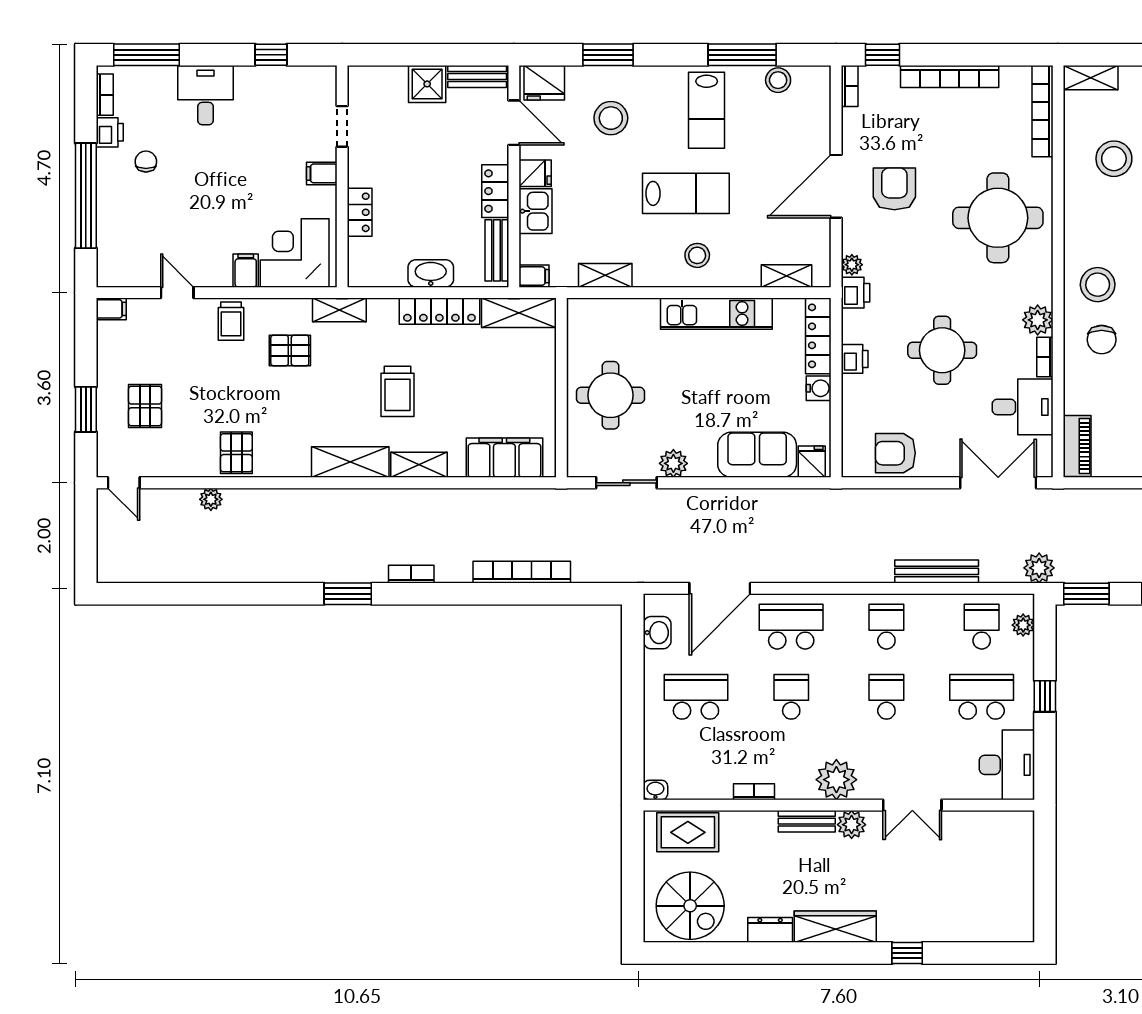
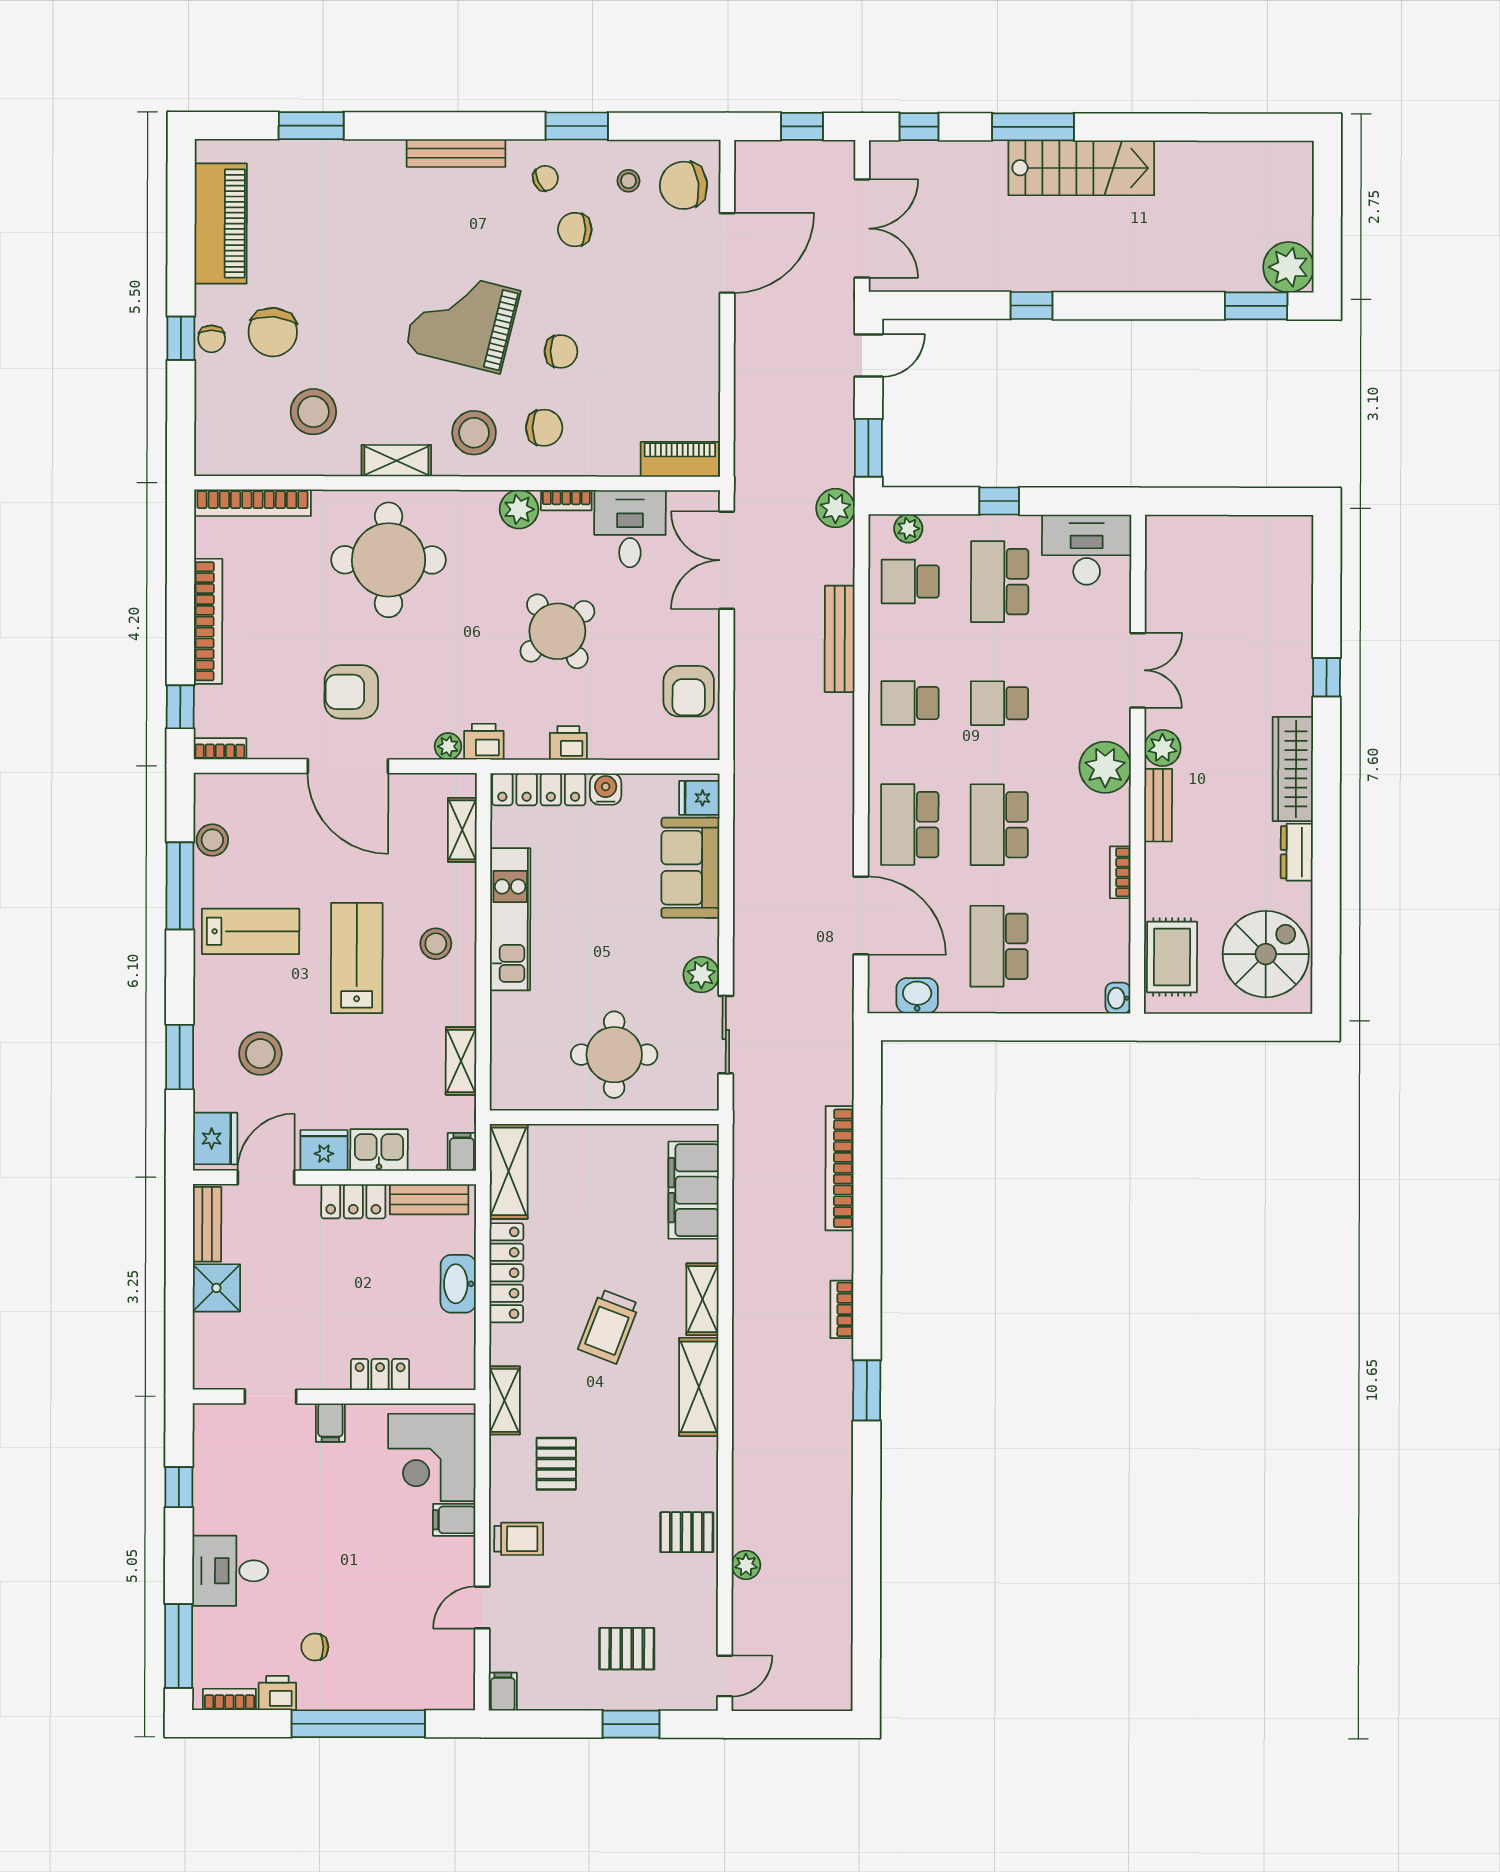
shelving: (1091, 78) -> (396, 461), moved, turned 90
fridge: (535, 173) -> (324, 1150), width x1.38
round table: (942, 350) -> (557, 631), turned -37
trolley: (397, 391) -> (609, 1326), turned 111
school desk: (791, 697) -> (999, 825), width x1.85

